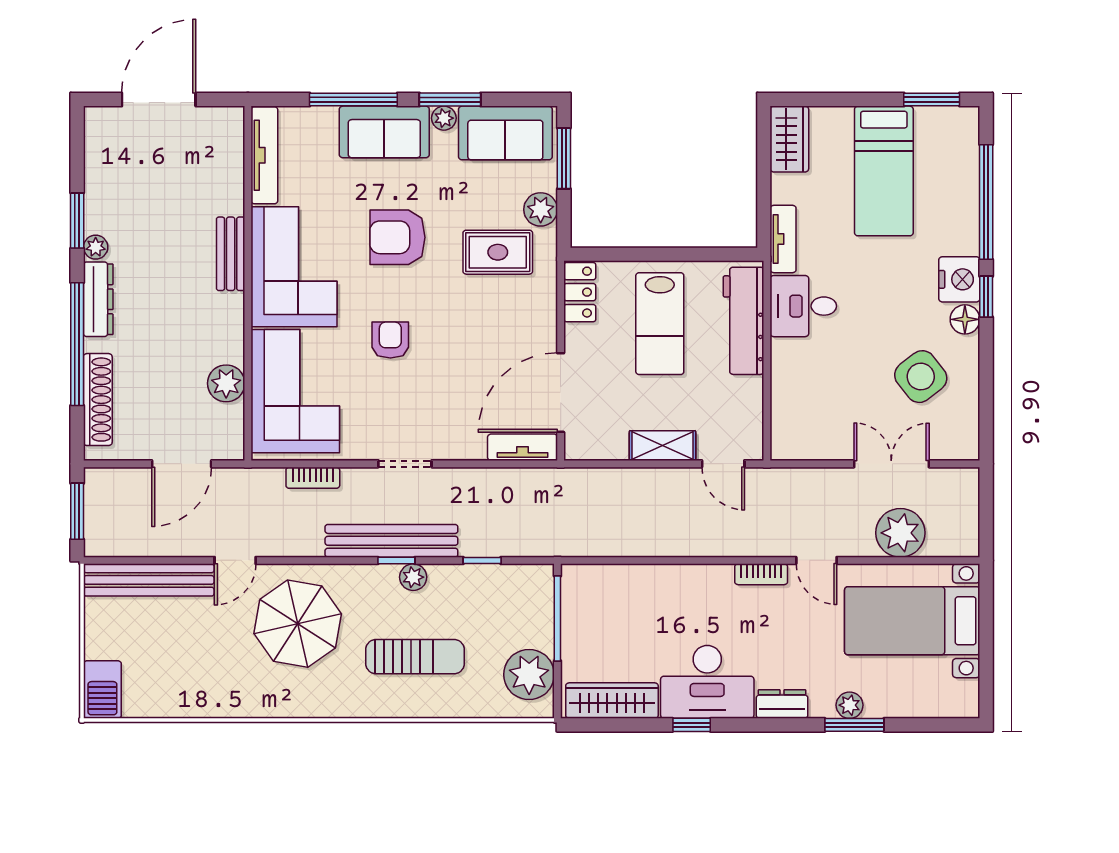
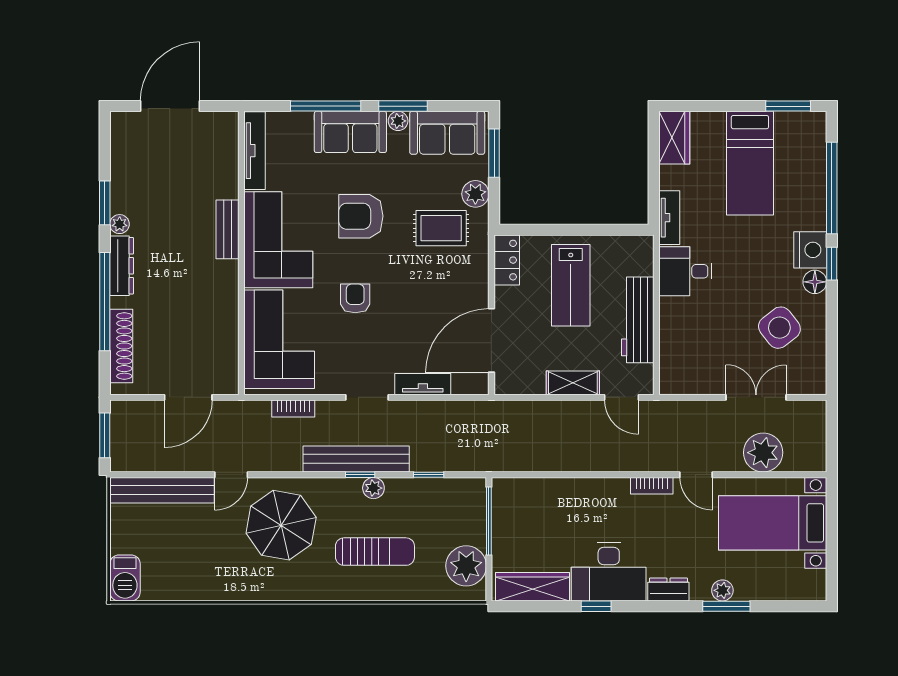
workbench: (744, 321) -> (638, 320), moved
plant: (226, 383) -> (224, 333), removed
tv unit: (523, 447) -> (423, 384), moved

